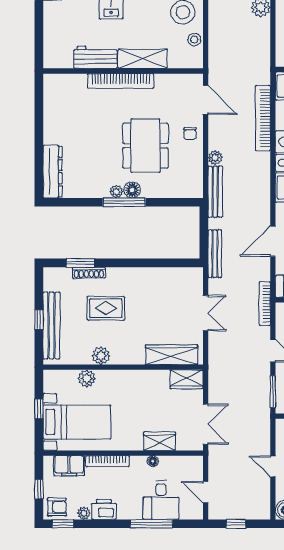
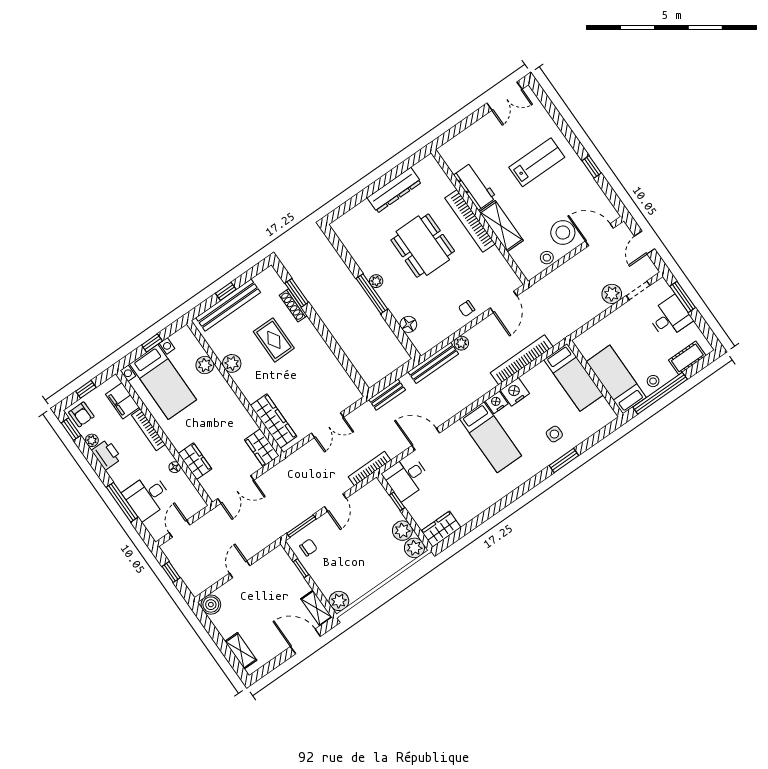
dining table: (145, 146) -> (423, 246), moved, turned 90
dresser: (53, 172) -> (394, 190), moved
floor lamp: (132, 190) -> (408, 324), moved
bench: (215, 254) -> (387, 395), width x0.73

